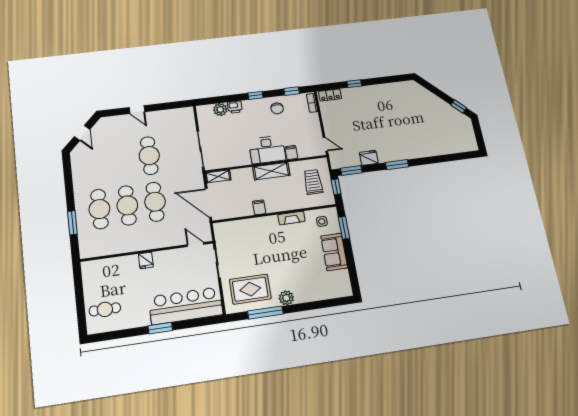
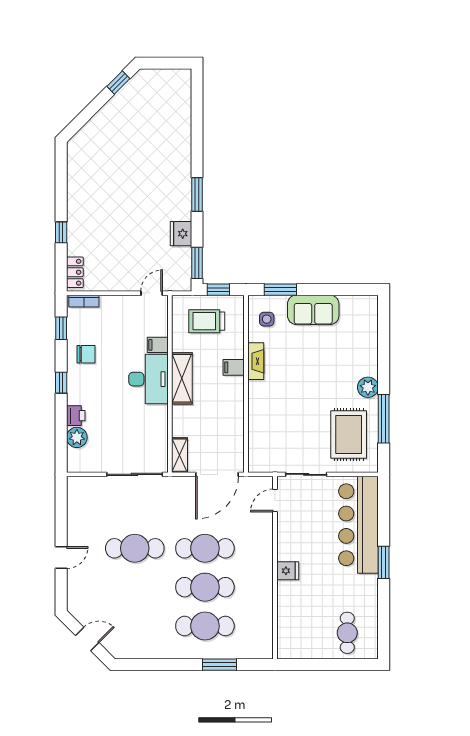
filing cabinet: (259, 207) -> (234, 367), moved

